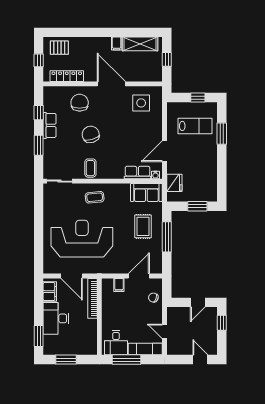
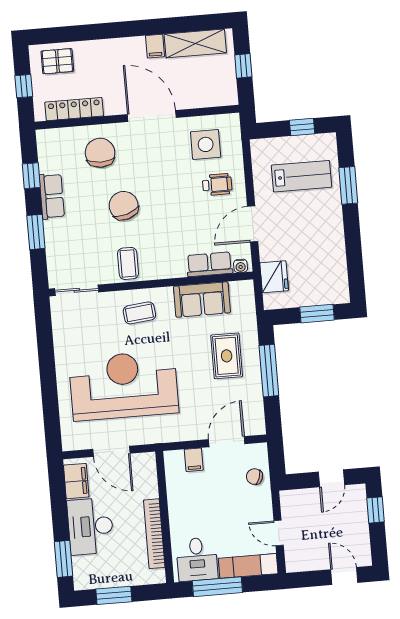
wheelchair: (146, 127) -> (217, 185), added
sofa: (146, 193) -> (202, 299), moved
bookcase: (92, 298) -> (154, 534), moved

